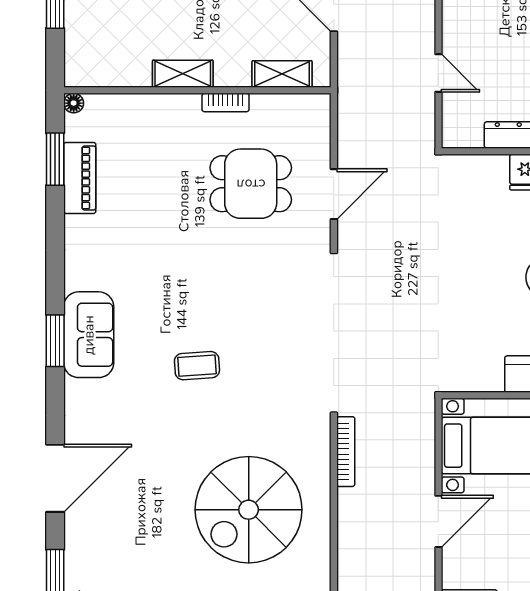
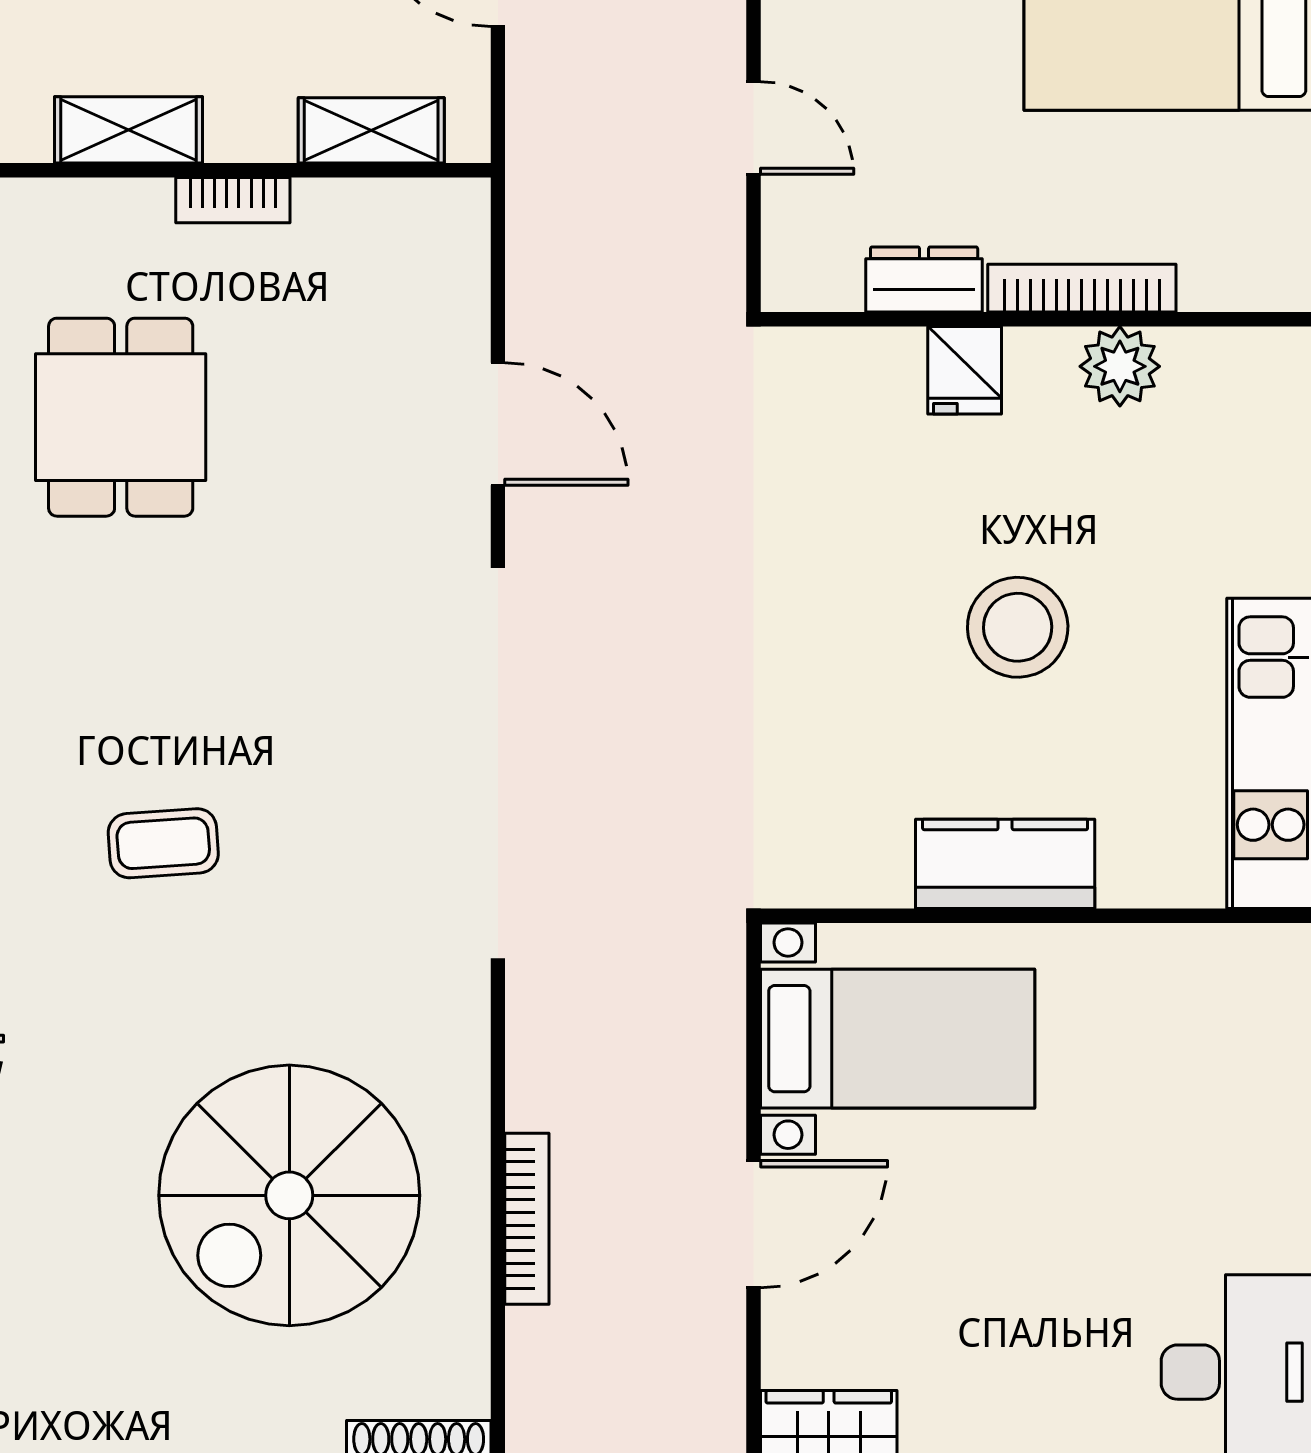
dining table: (251, 184) -> (121, 417), moved, turned 90
door: (334, 194) -> (498, 424), hinge flipped
bookcase: (346, 452) -> (527, 1219), moved

